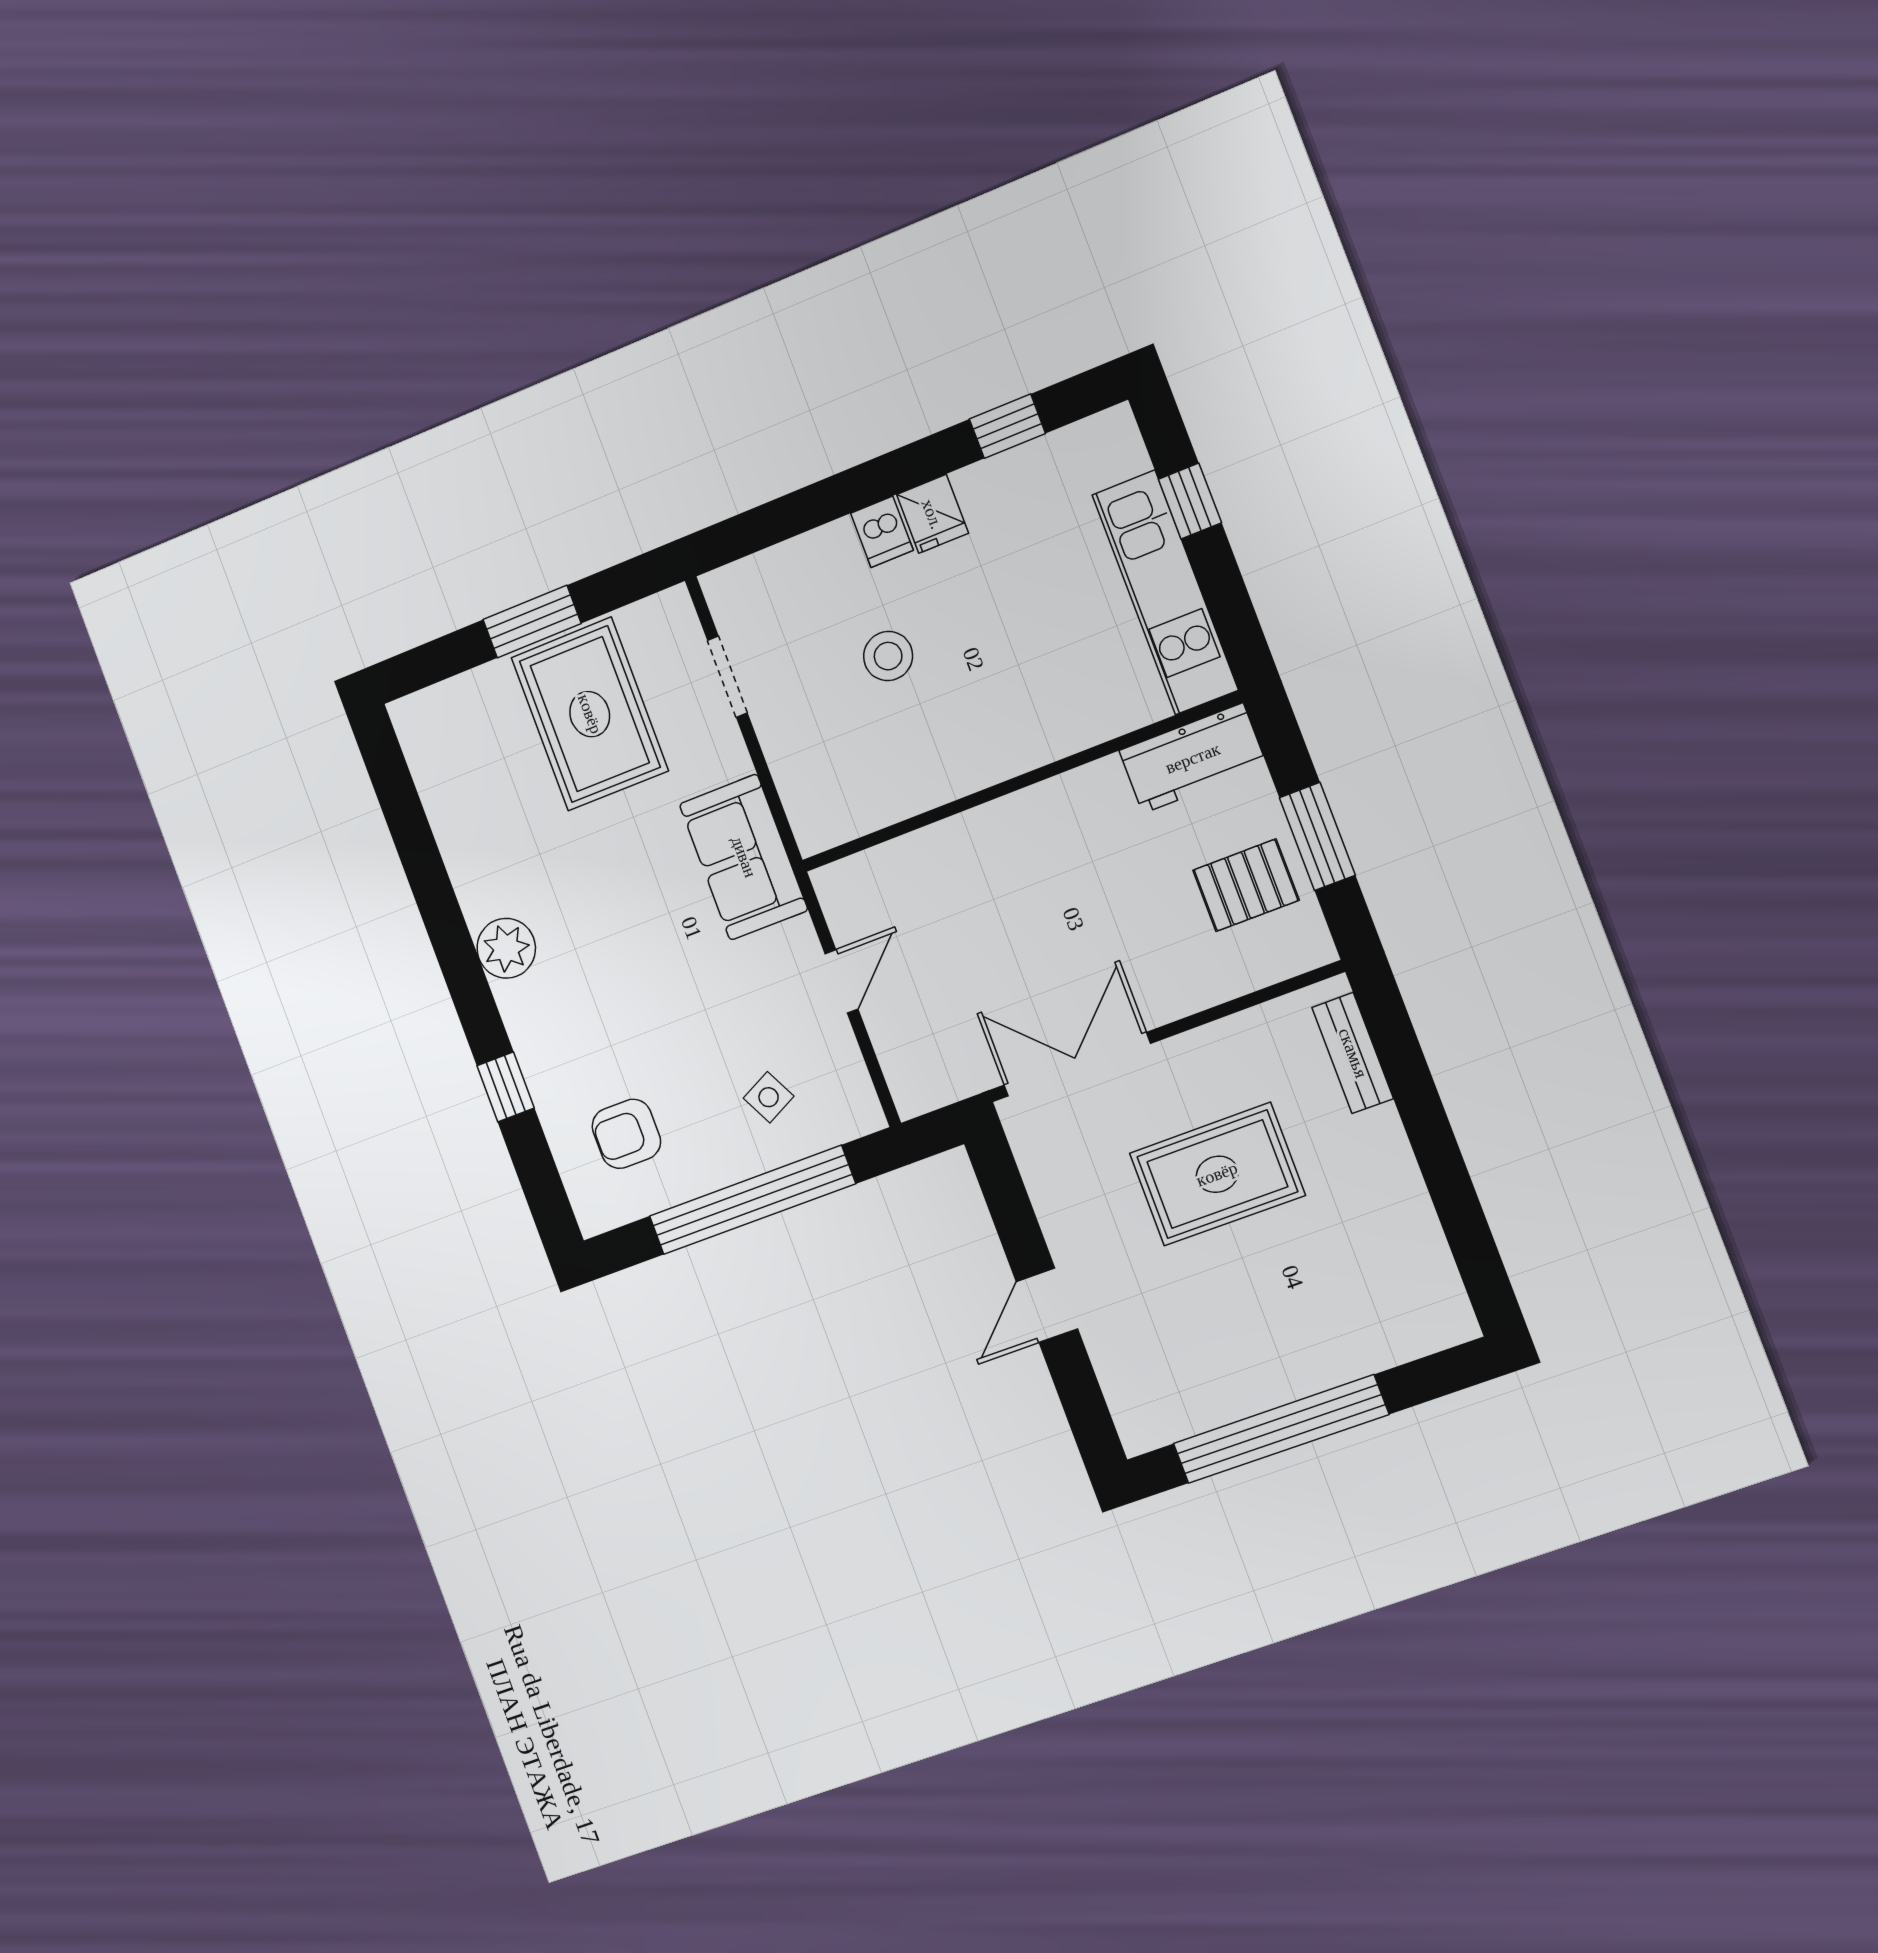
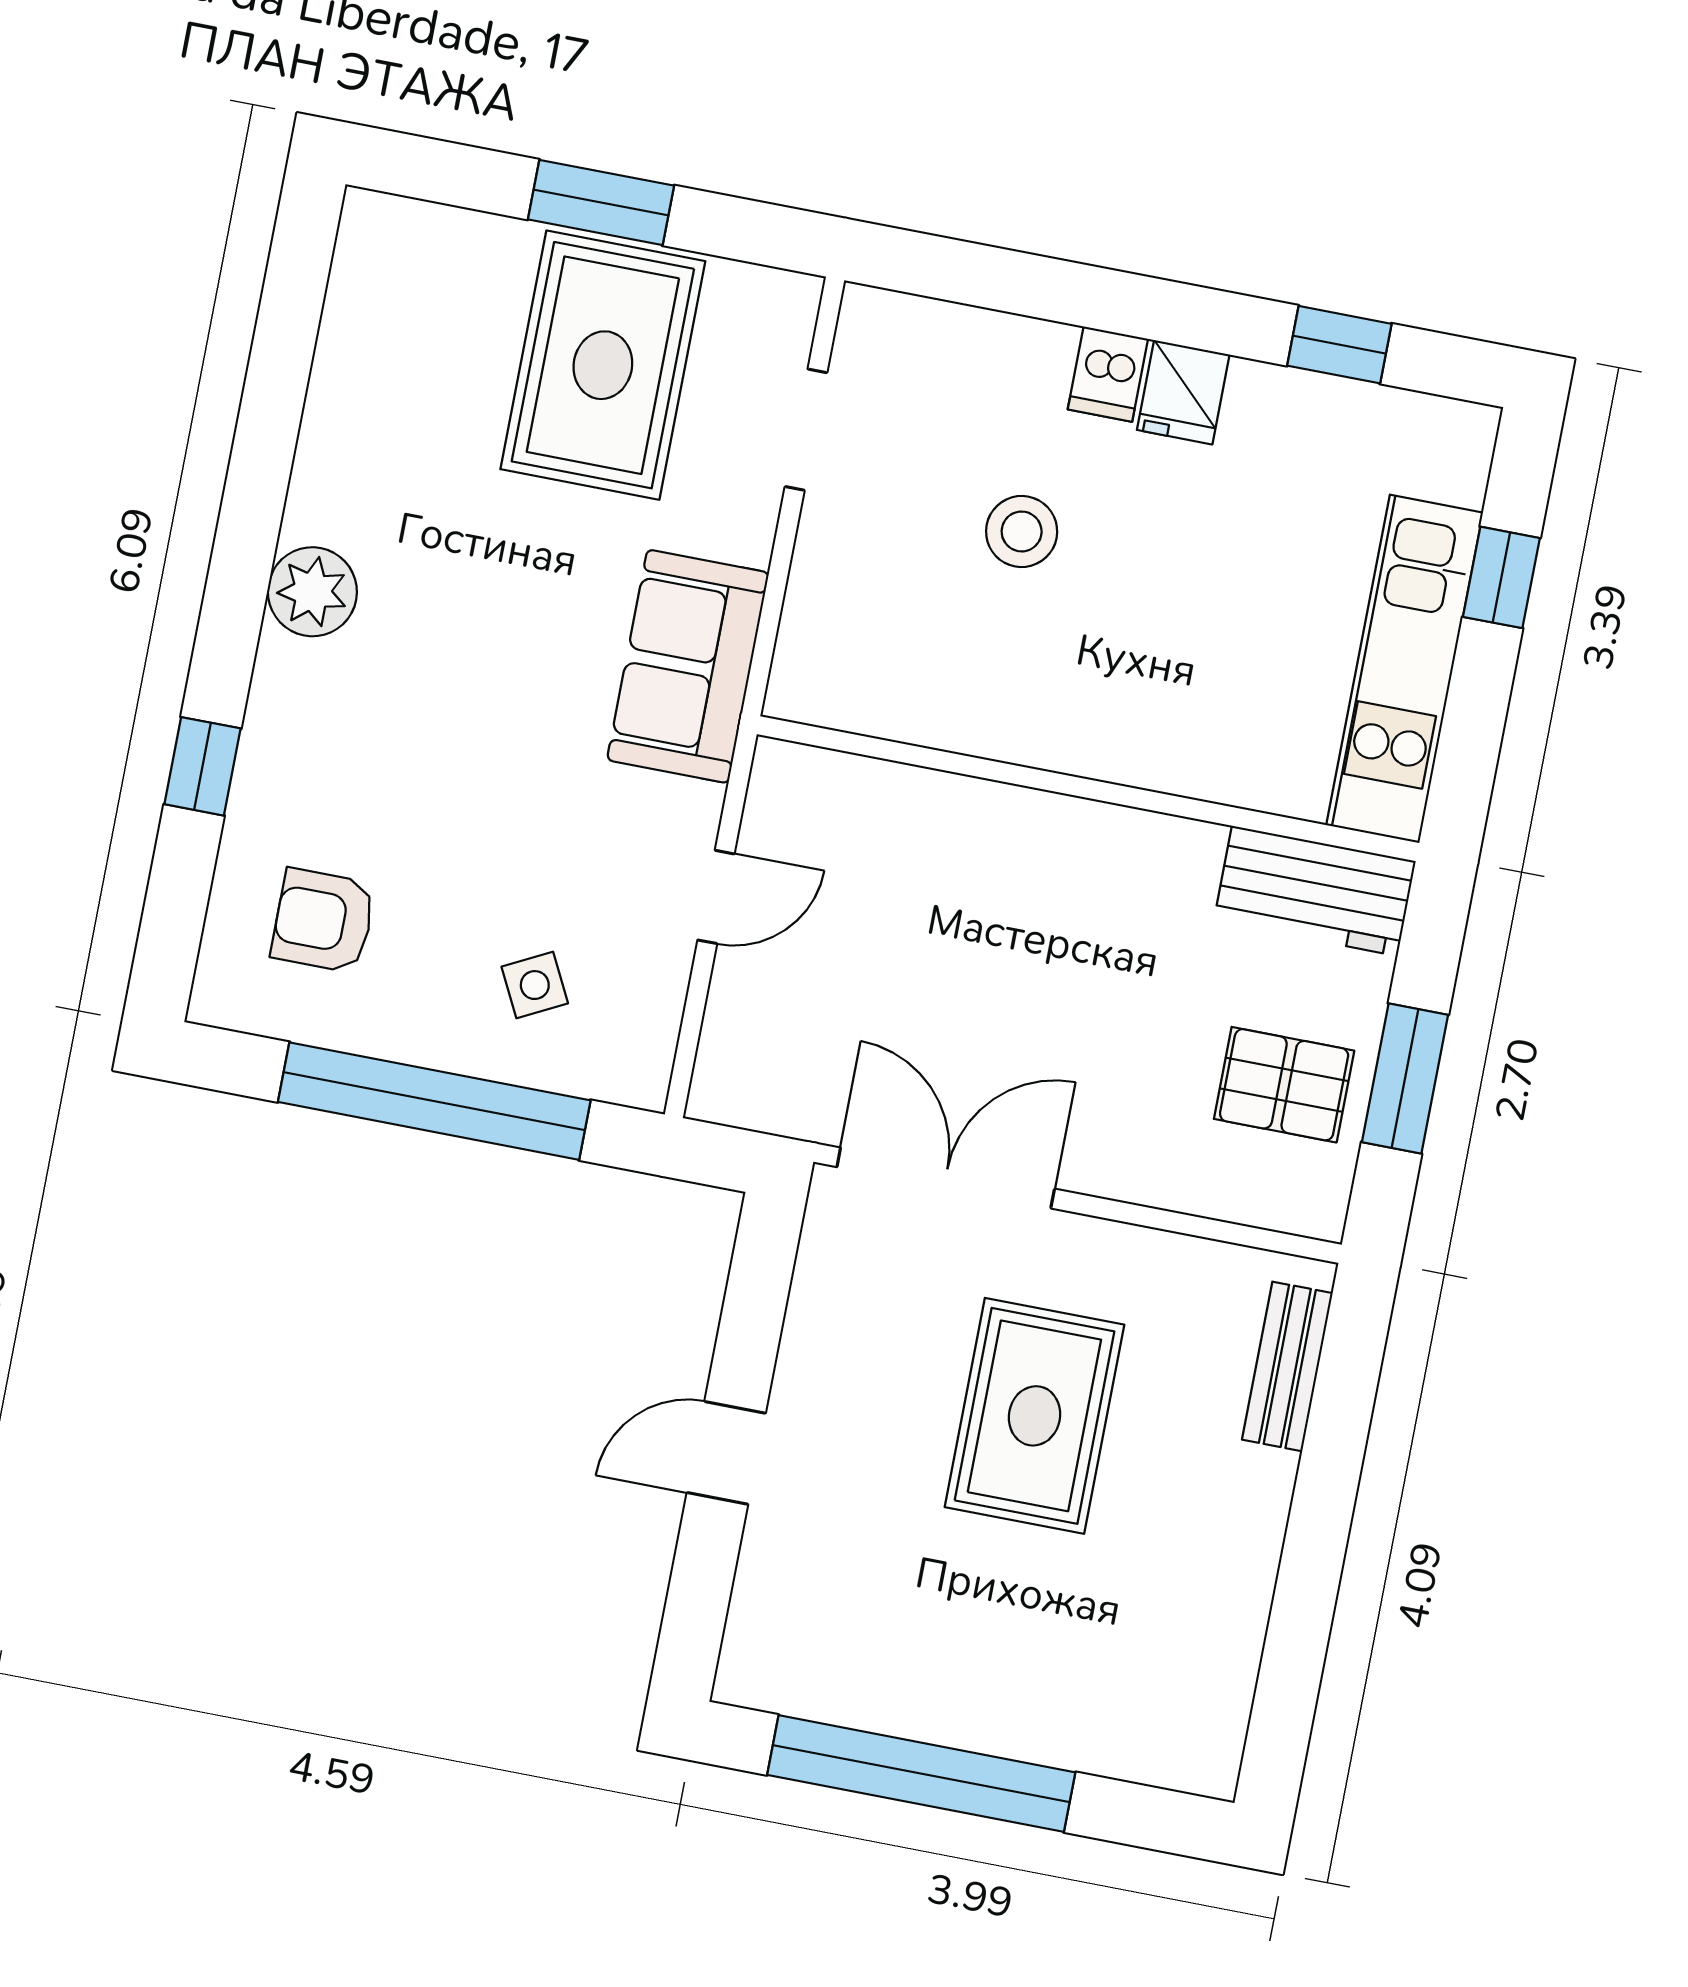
rug: (1217, 1174) -> (1034, 1416), turned 90

